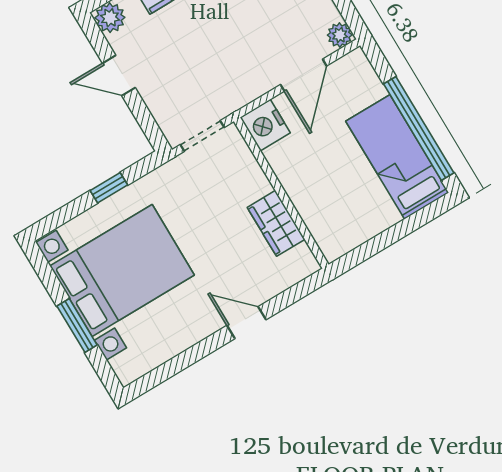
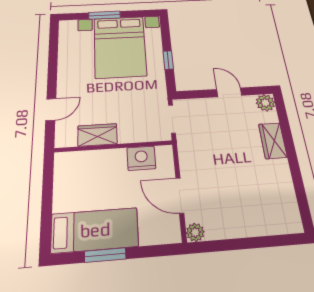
door: (119, 76) -> (229, 92), hinge flipped
nightstand: (265, 125) -> (141, 158), moved
window: (419, 128) -> (105, 255), width x0.47
door: (247, 323) -> (51, 109), moved

